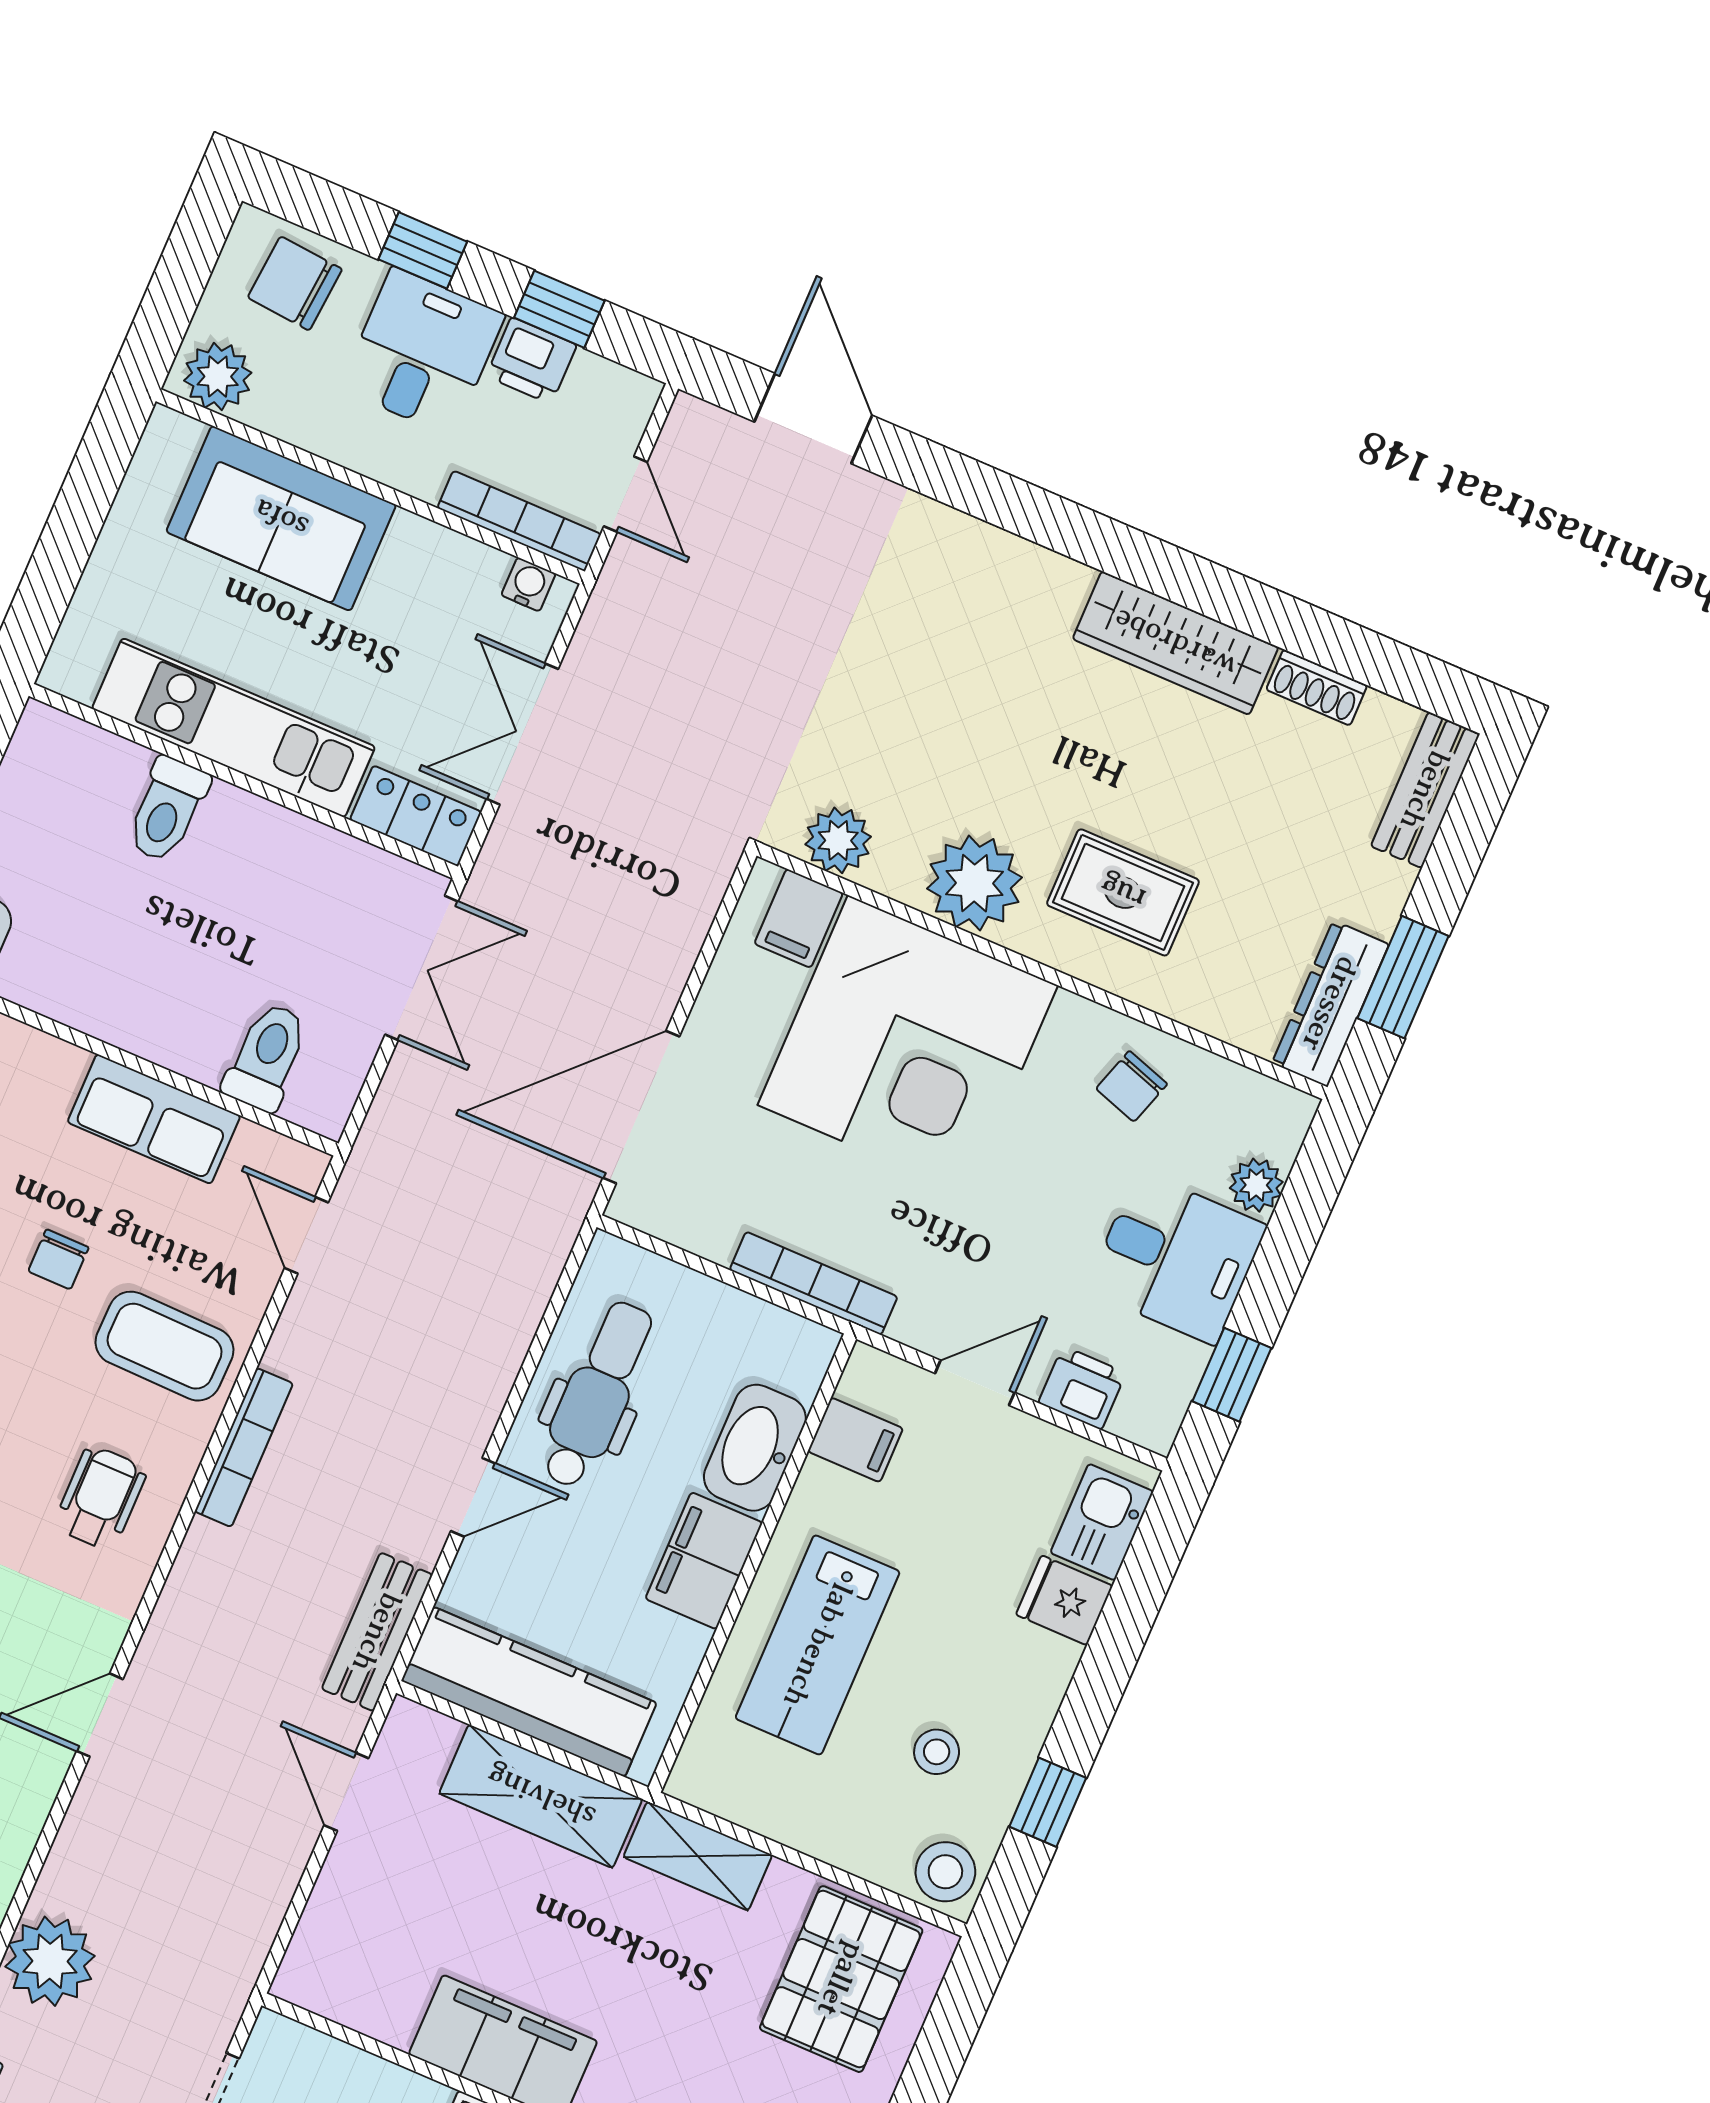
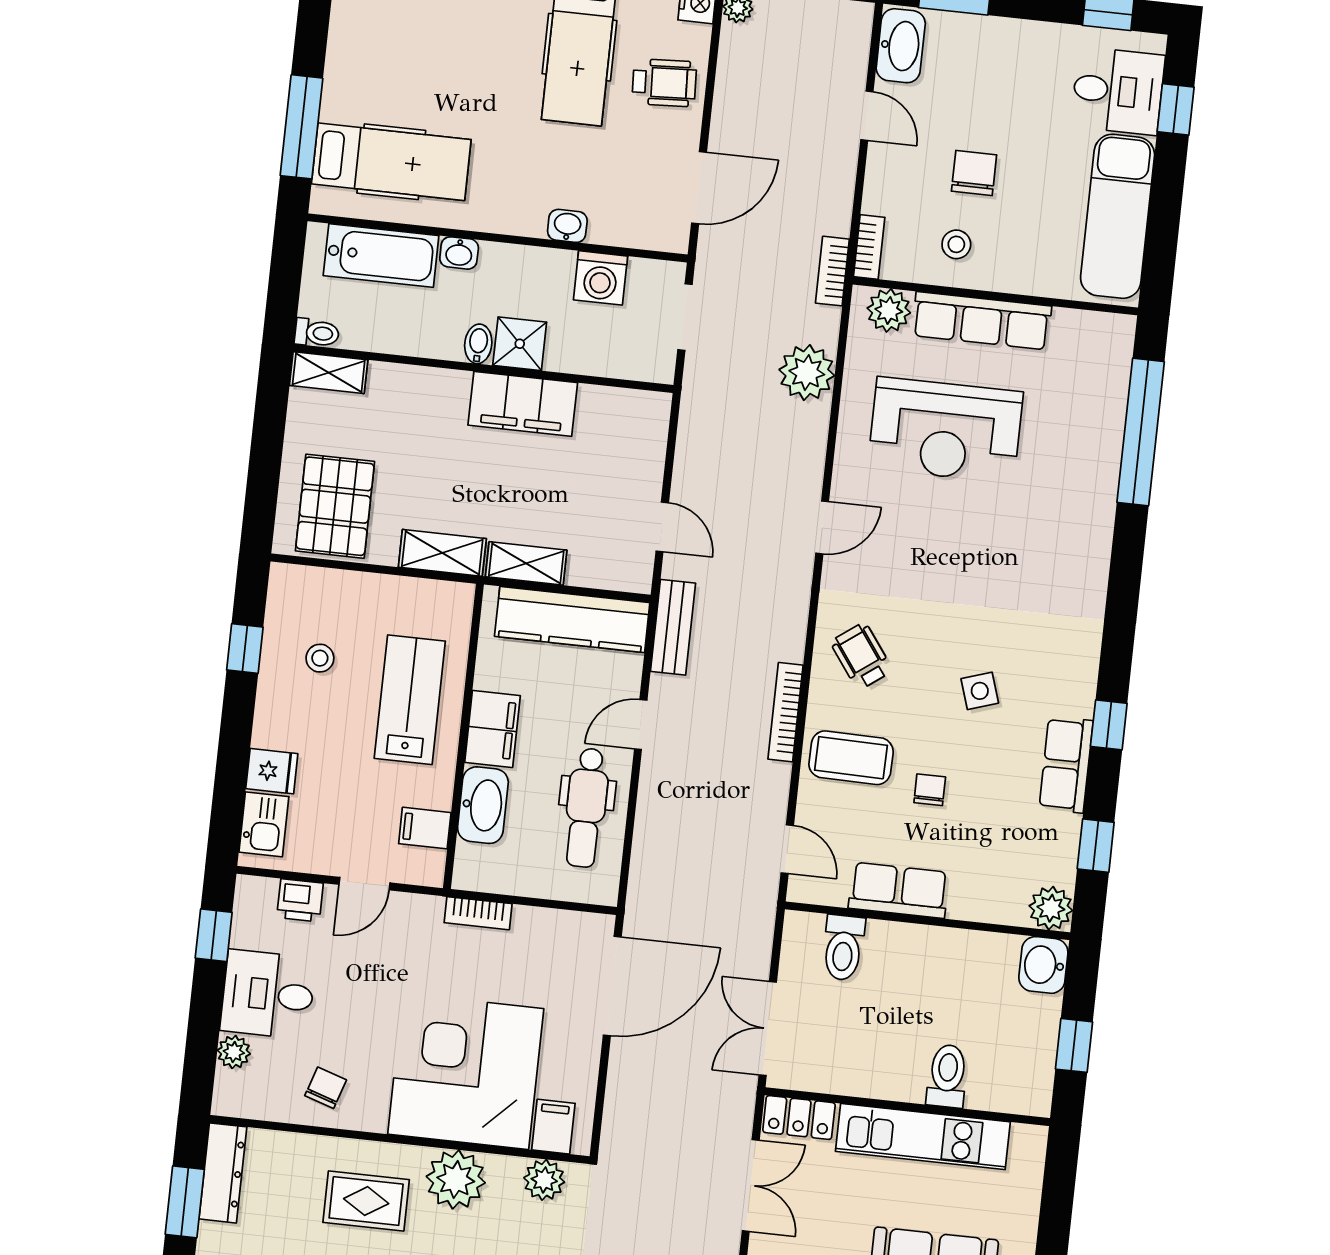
bookcase: (814, 1283) -> (478, 913), width x0.64
wheelchair: (100, 1498) -> (861, 656), turned 144
shelving: (541, 1796) -> (526, 563), width x0.67, depth x0.75
stool: (945, 1872) -> (293, 589), removed

